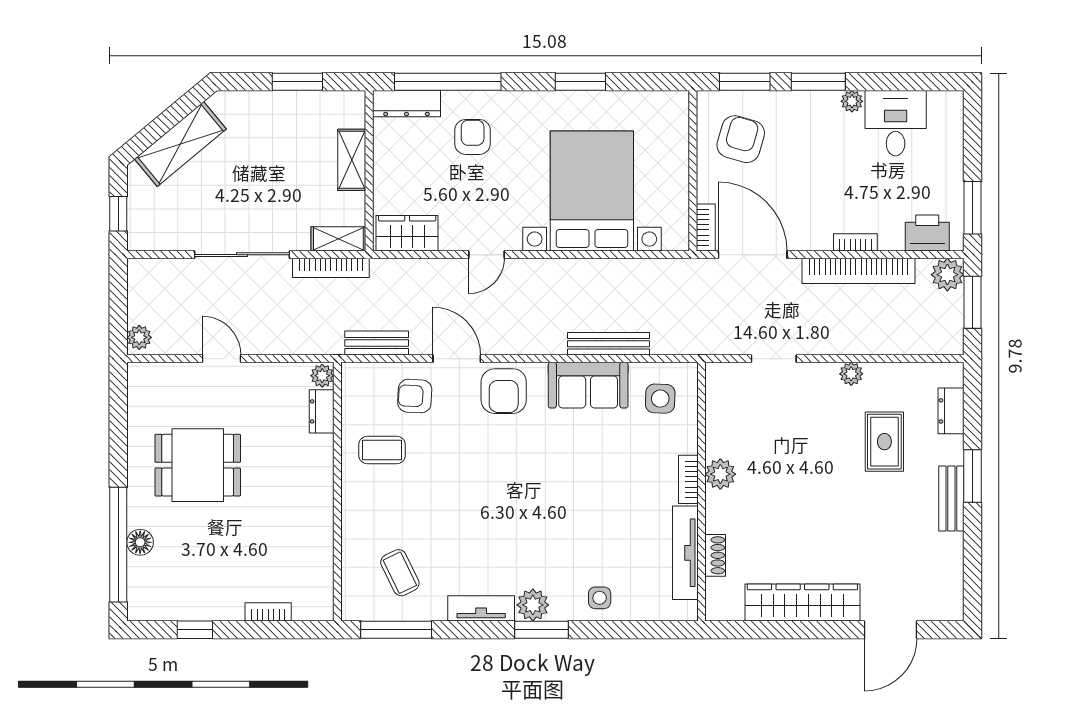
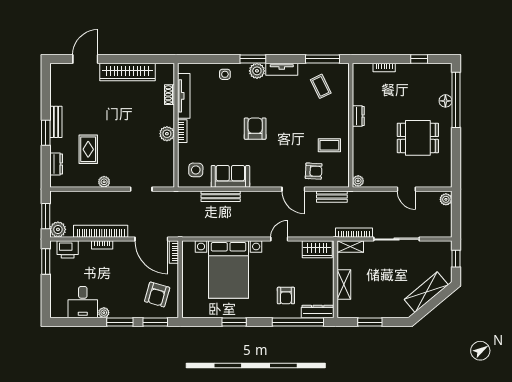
armchair: (504, 391) -> (255, 129), moved
dresser: (322, 411) -> (358, 116), moved

